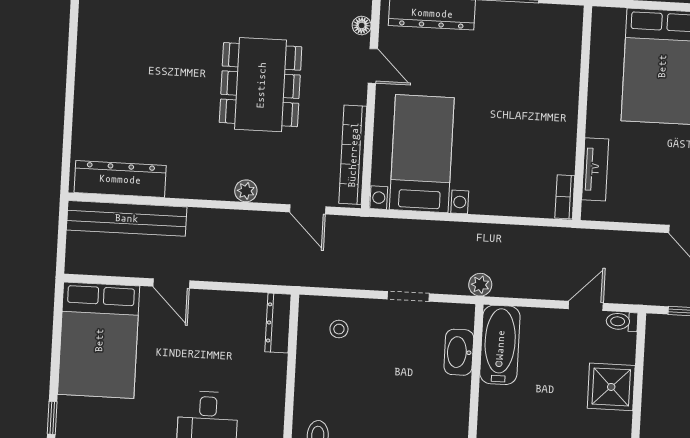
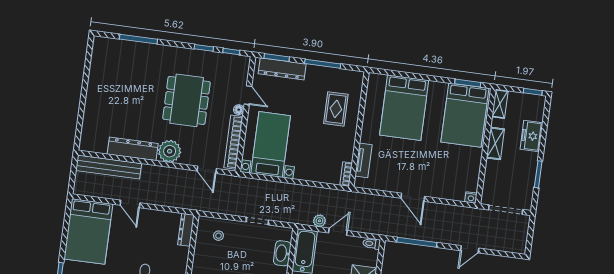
floor lamp: (362, 25) -> (239, 110), moved
rug: (537, 79) -> (336, 109), added
dresser: (120, 179) -> (133, 149), moved
plant: (246, 191) -> (170, 151), width x1.87, depth x1.87
plant: (480, 285) -> (319, 221), moved
door: (586, 306) -> (338, 232), moved

